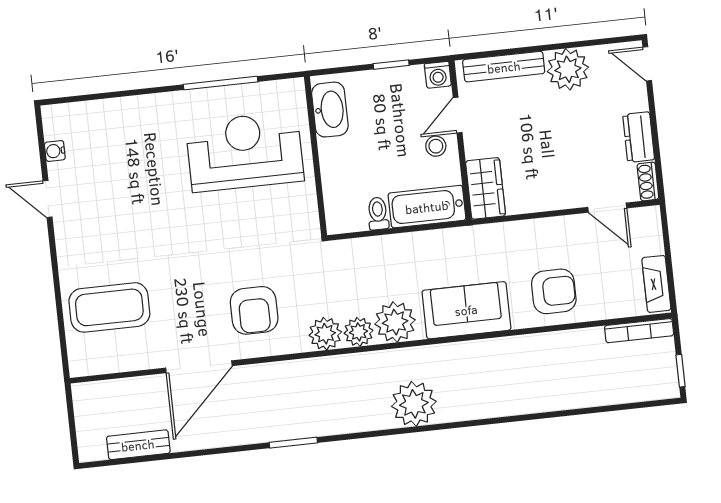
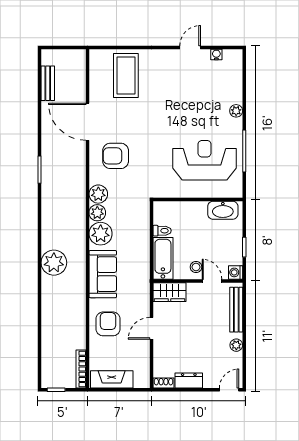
plant: (568, 69) -> (236, 345), width x0.53, depth x0.53
plant: (151, 105) -> (236, 111), added
reception desk: (245, 152) -> (205, 160), turned -90
door: (607, 208) -> (151, 328), moved
fireplace: (656, 284) -> (112, 379), width x1.37, depth x1.32
armchair: (554, 291) -> (108, 324), turned 180
plant: (414, 404) -> (54, 263), moved

